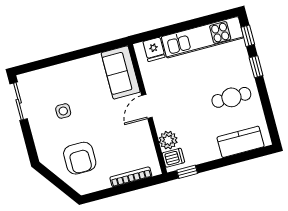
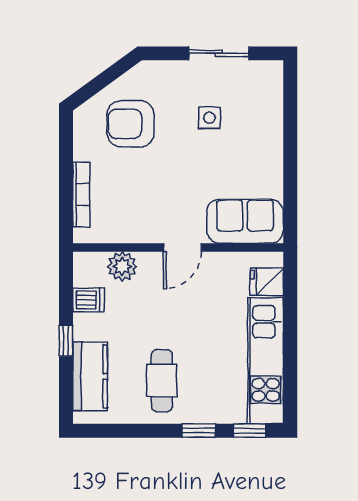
sliding door: (19, 101) -> (219, 53), moved
door: (147, 106) -> (182, 247), swing flipped
dishwasher: (173, 158) -> (88, 300), moved, turned -90
window: (187, 172) -> (66, 341), moved

